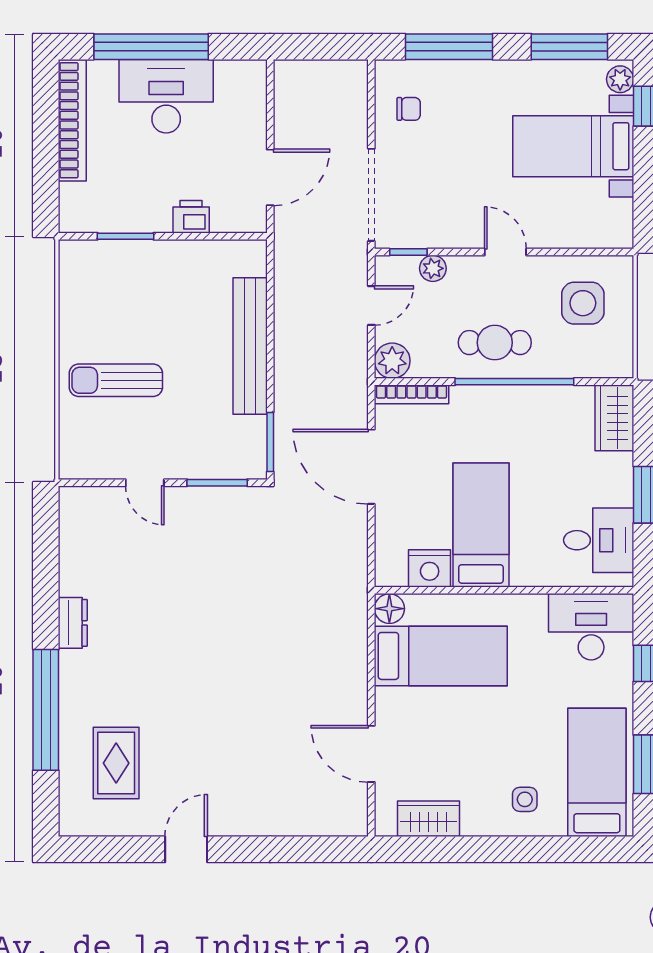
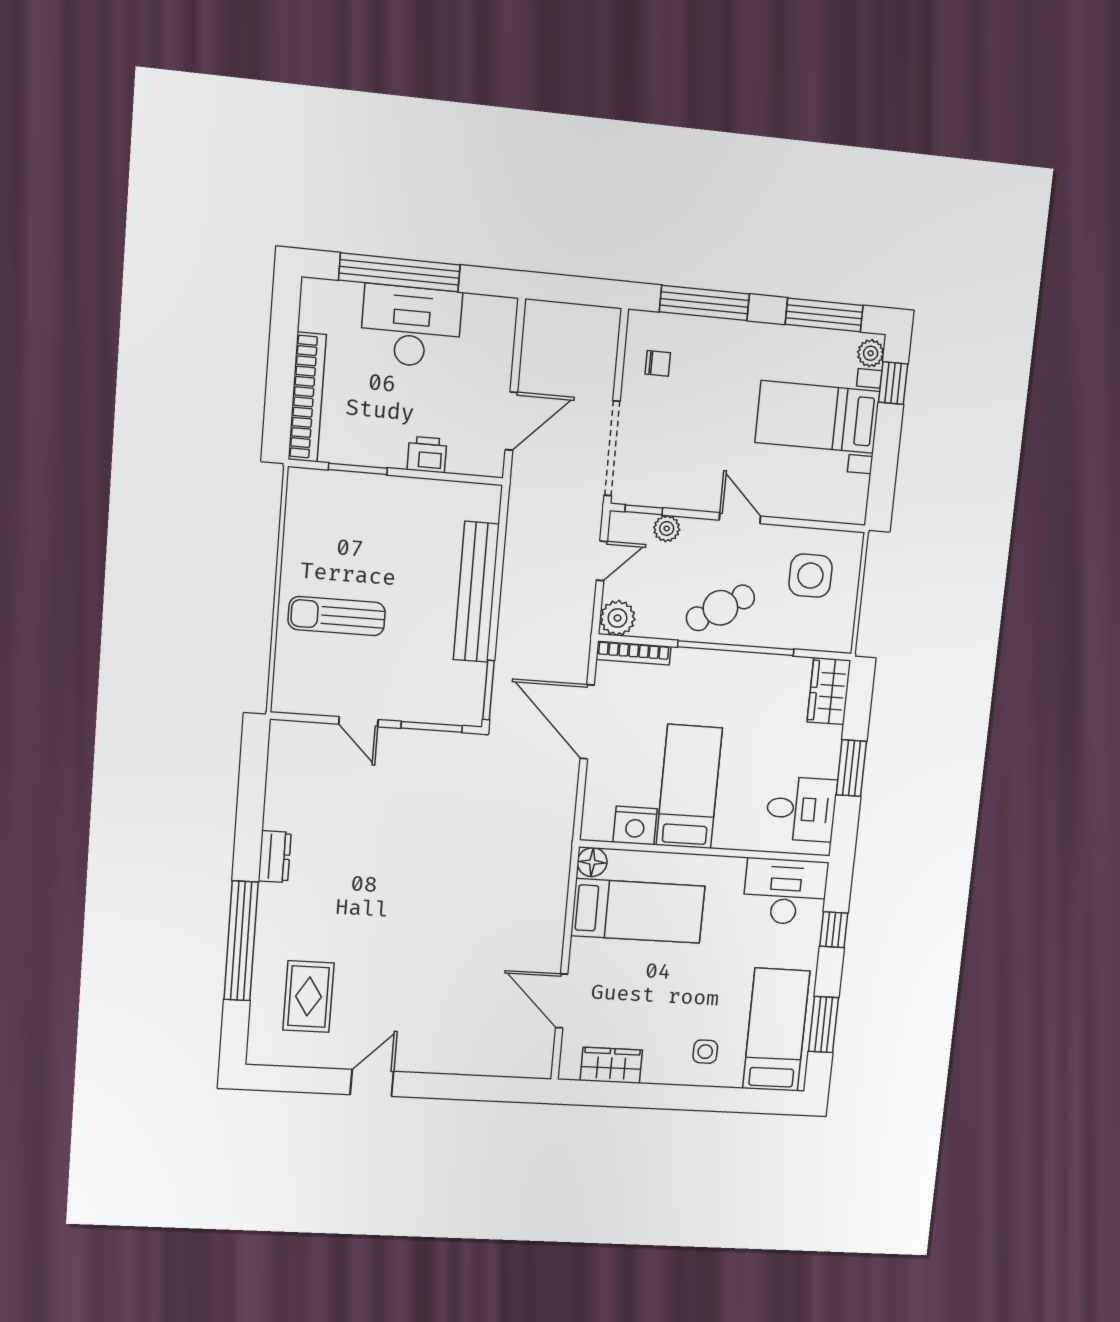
bookcase: (72, 120) -> (307, 397), moved
cafe table: (495, 343) -> (720, 608), turned -30

